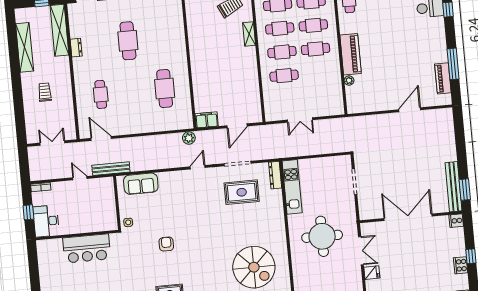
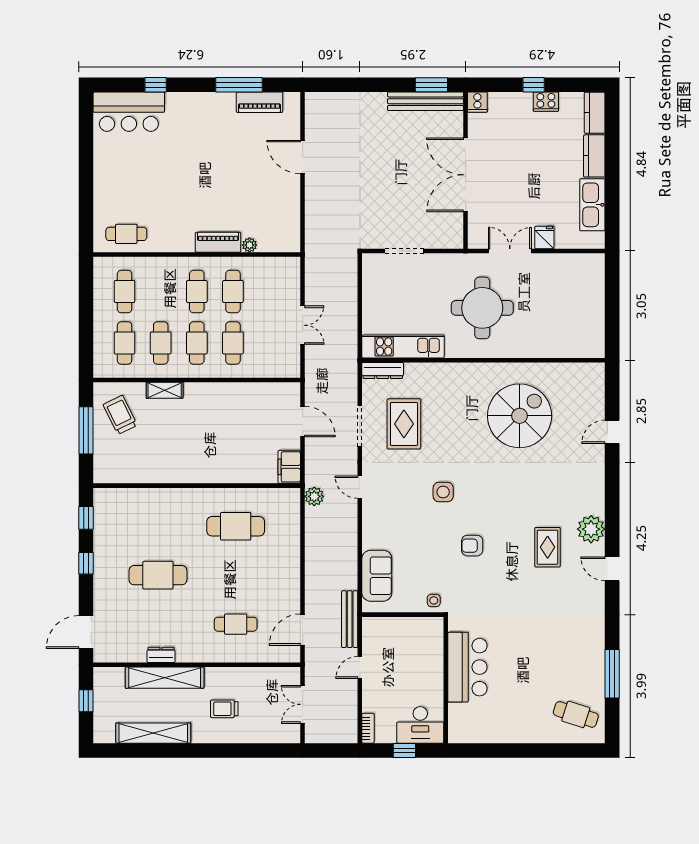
cafe table: (313, 25) -> (233, 292), moved
shelving: (60, 30) -> (165, 678), moved
piano: (351, 54) -> (218, 242), width x0.73, depth x0.75
side table: (200, 222) -> (443, 492), added

